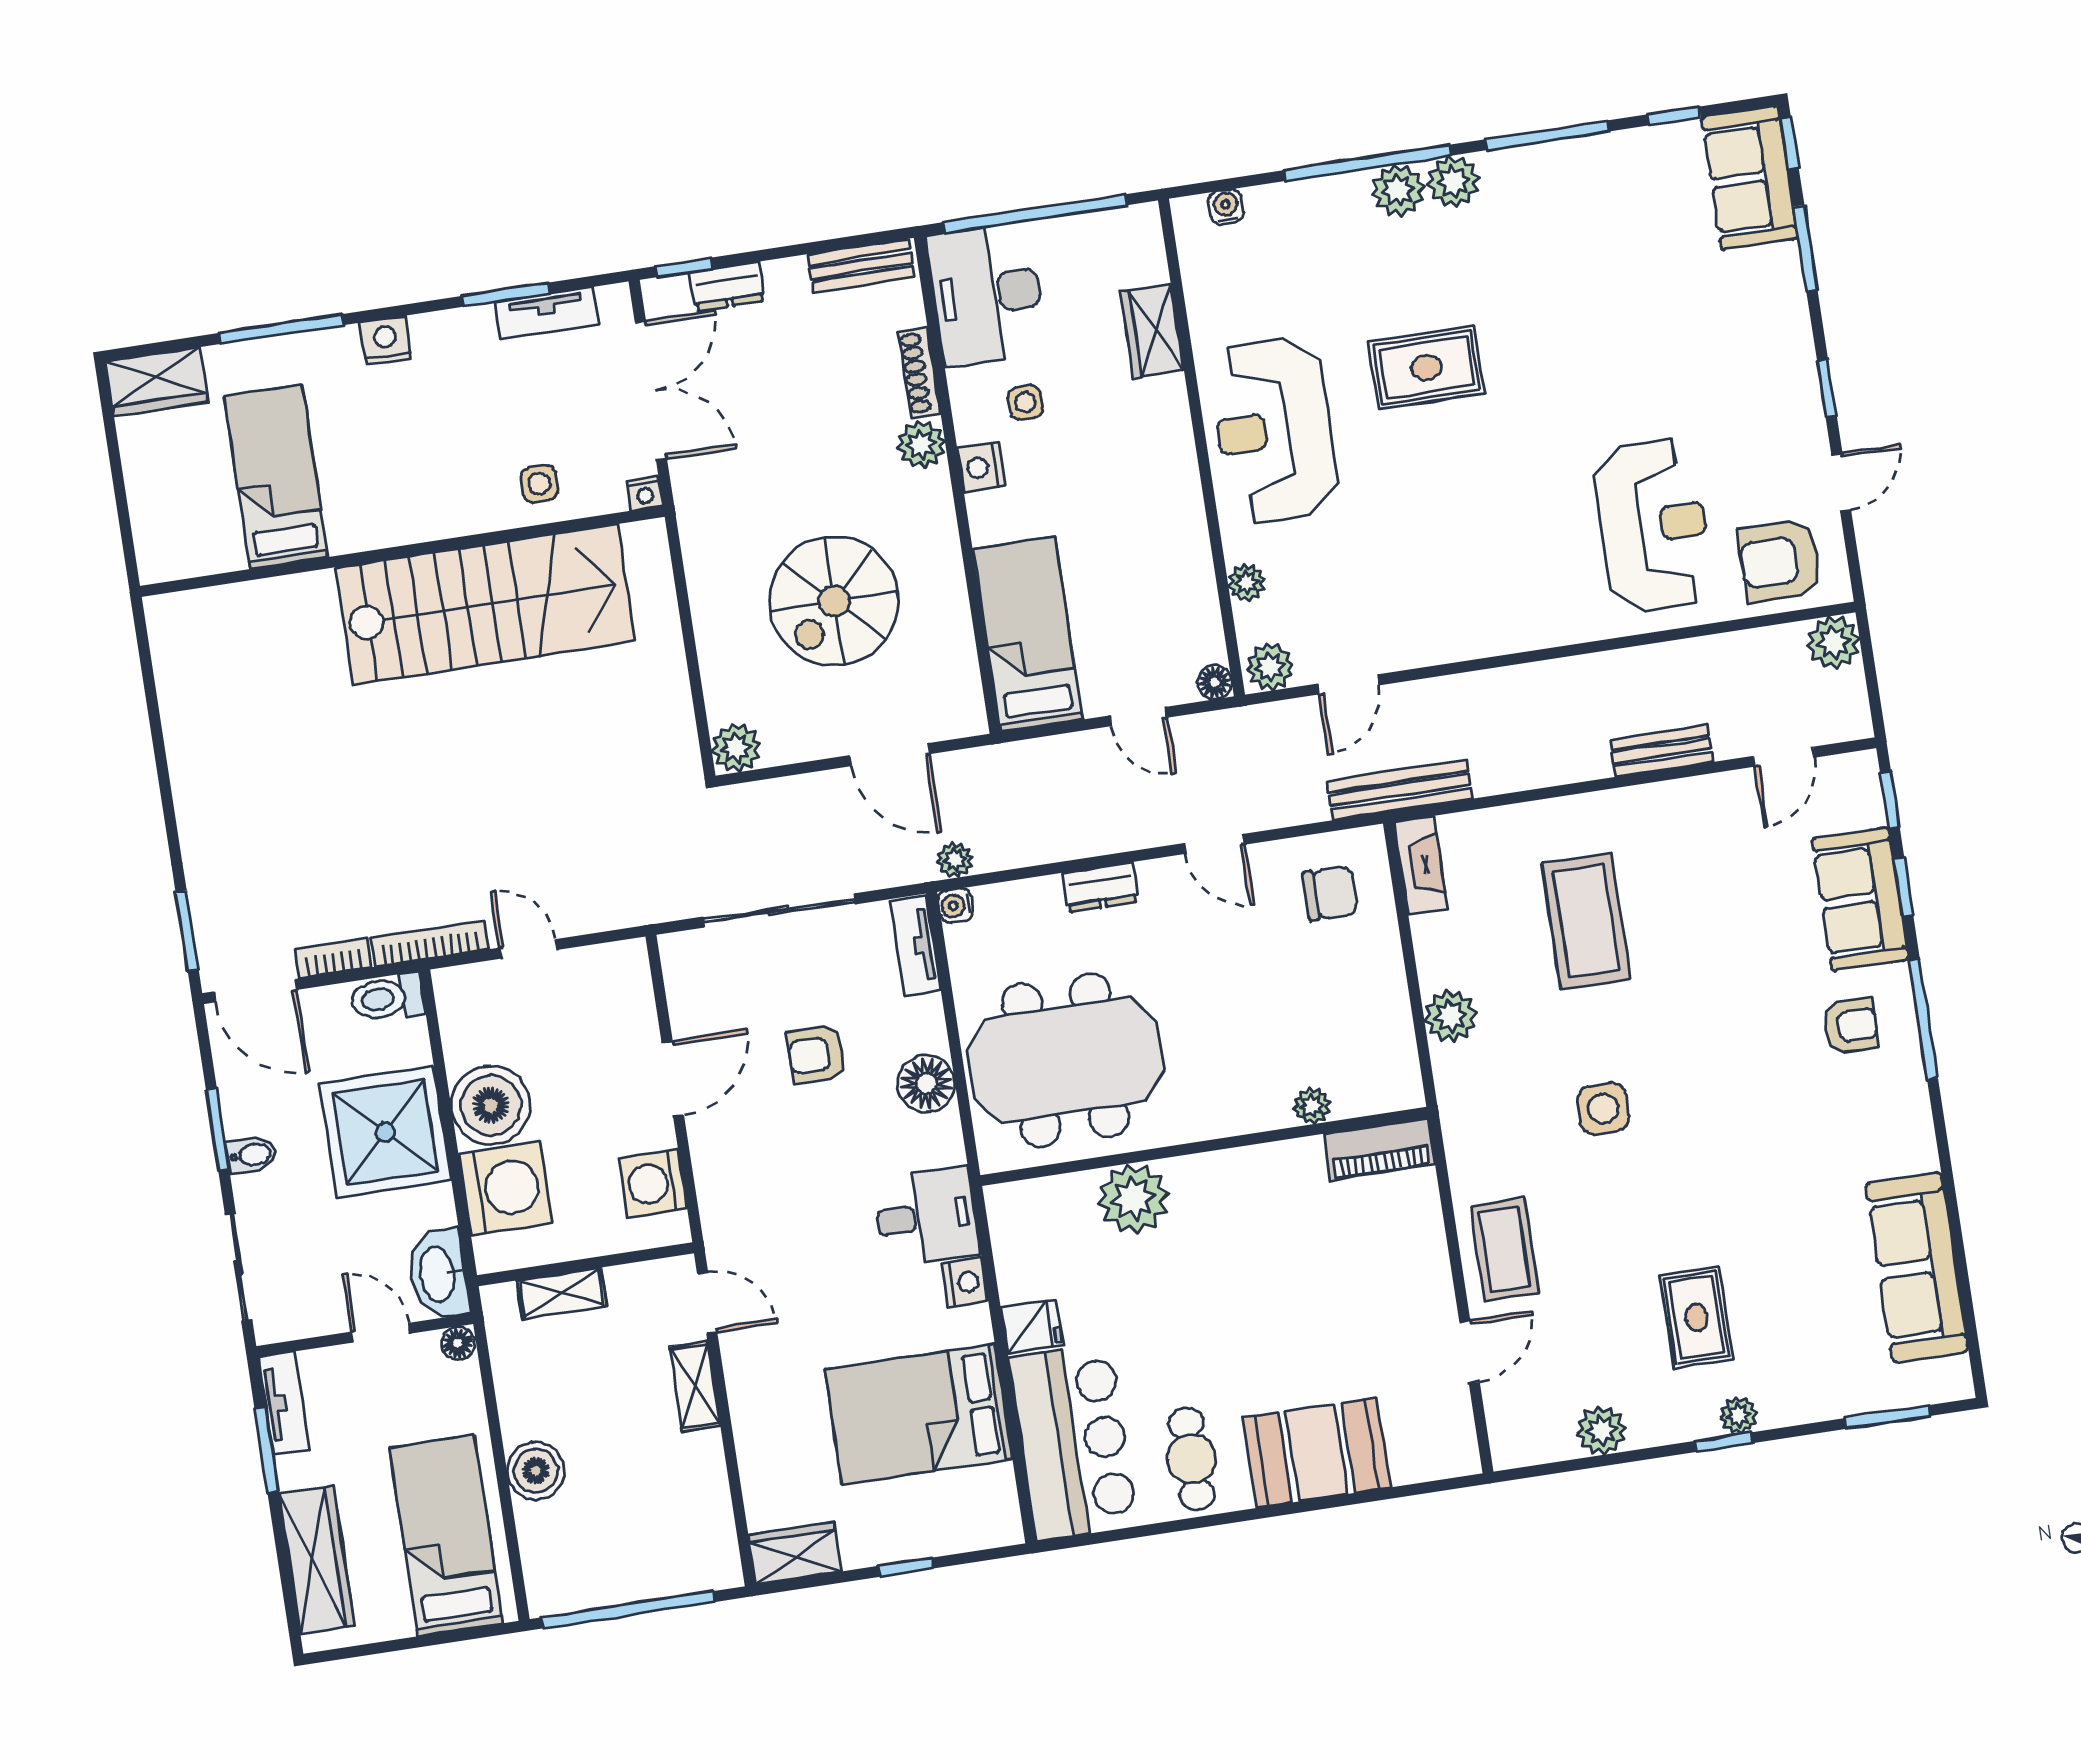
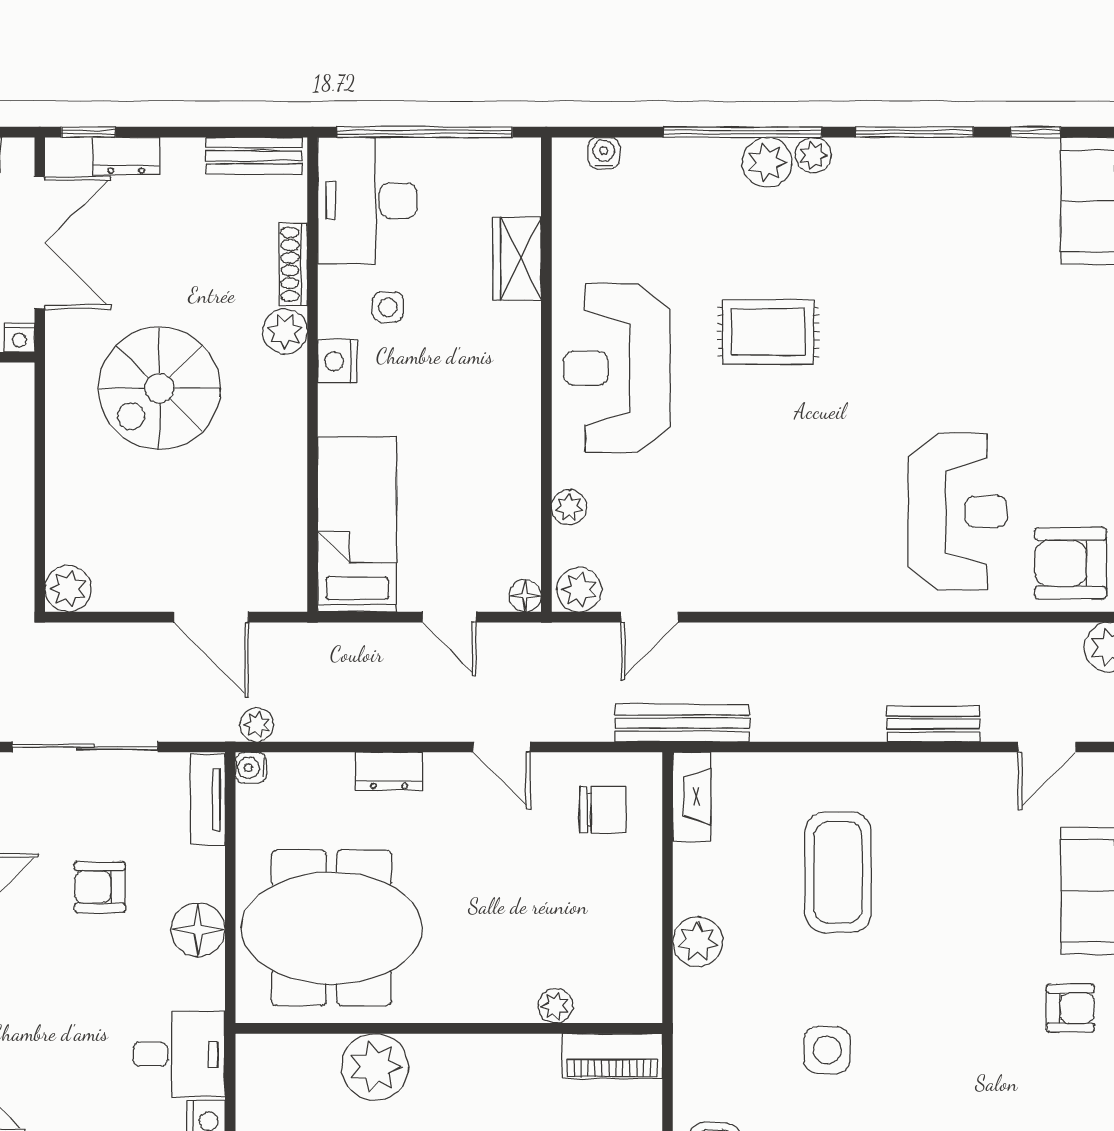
plant: (1453, 182) -> (813, 155), width x0.73, depth x0.73
spiral stairs: (834, 601) -> (159, 388), moved

